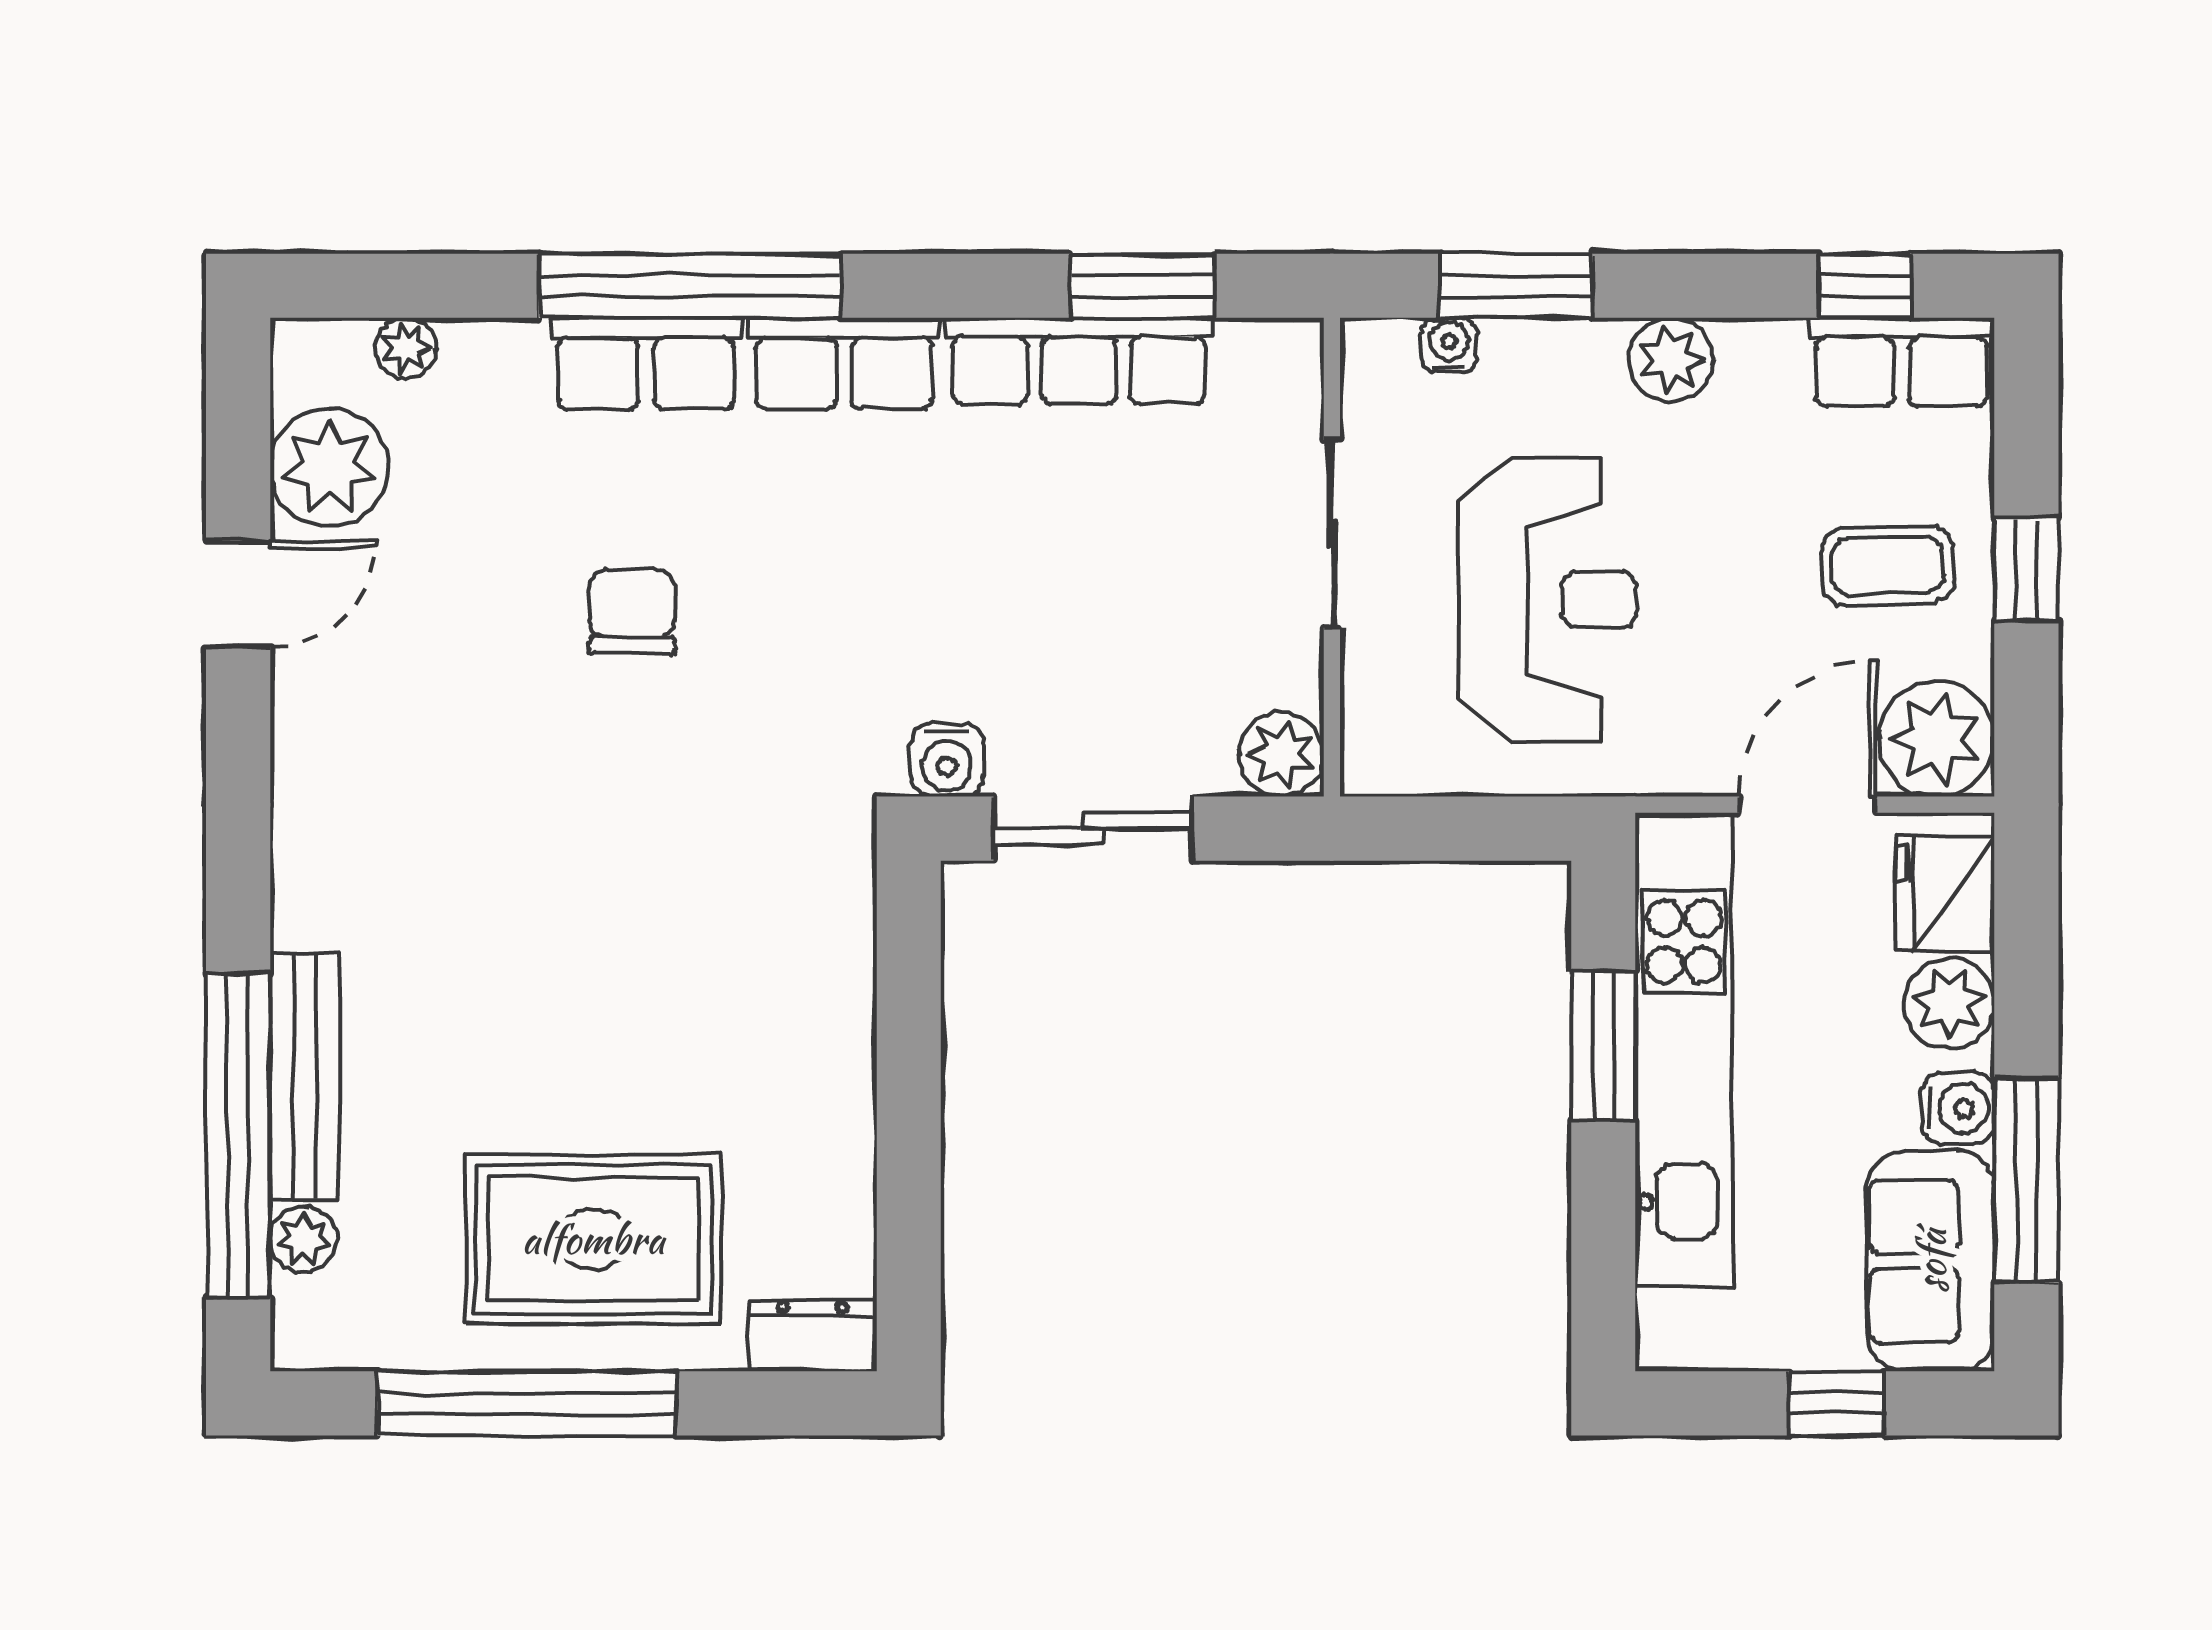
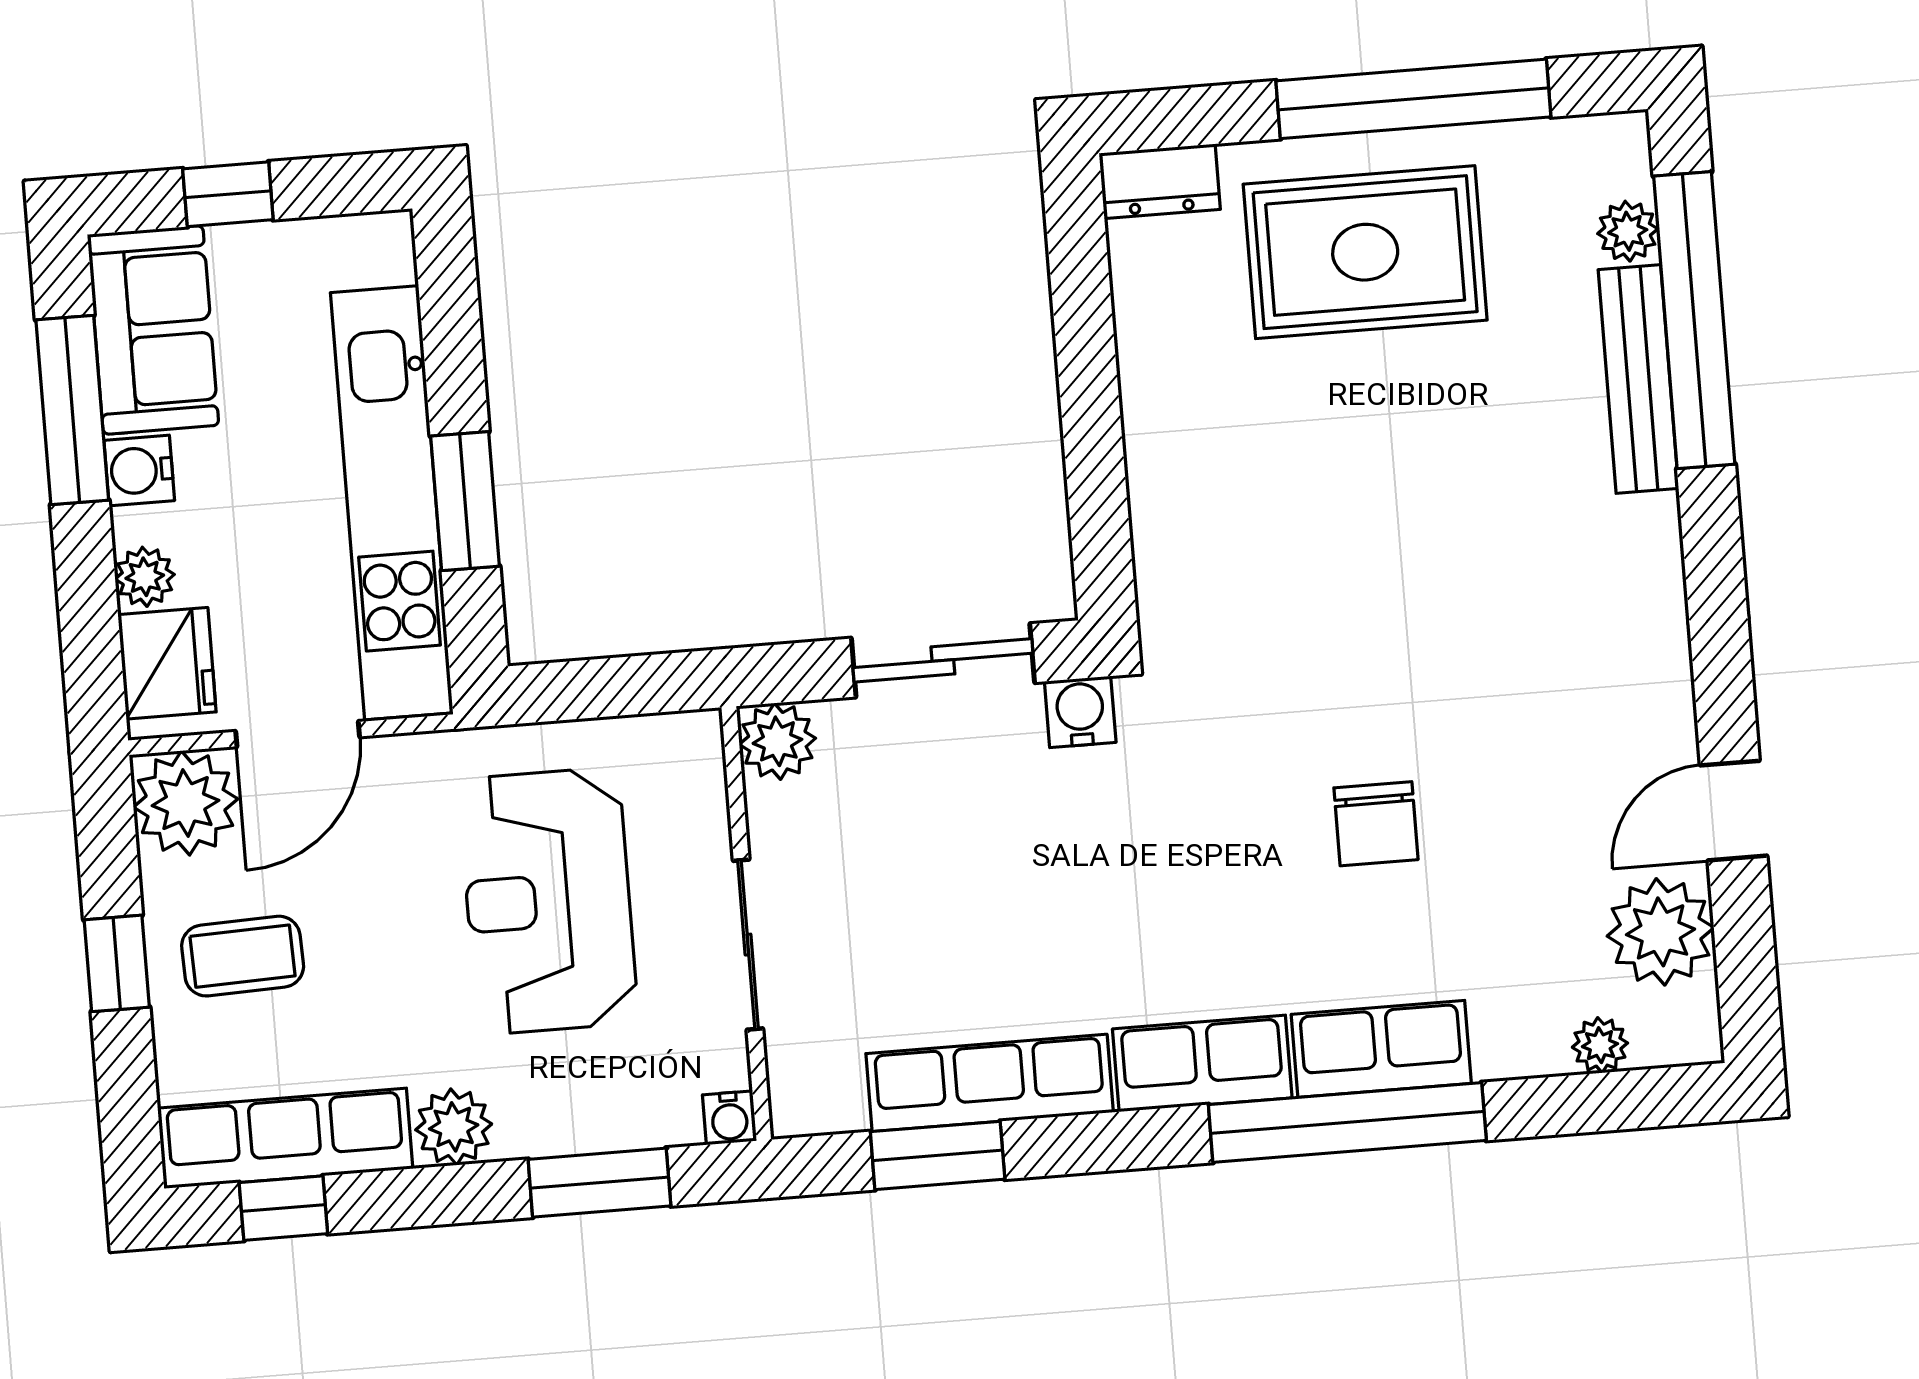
water cooler: (1449, 345) -> (730, 1118), moved
row of seats: (1901, 362) -> (285, 1138), width x1.48
plant: (1949, 1003) -> (145, 577), width x0.73, depth x0.73

